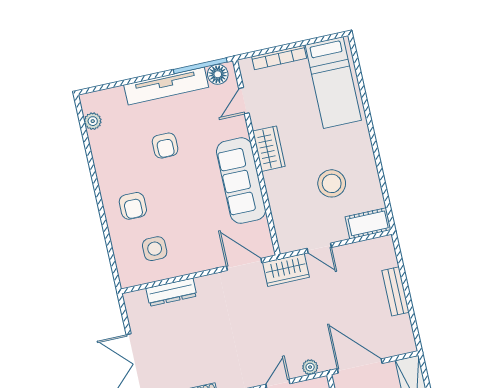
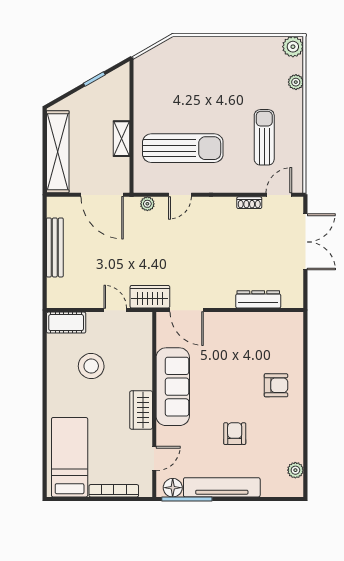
armchair: (133, 206) -> (276, 385), turned 90
side table: (155, 249) -> (265, 342), removed
bench: (396, 291) -> (55, 247), width x1.36

